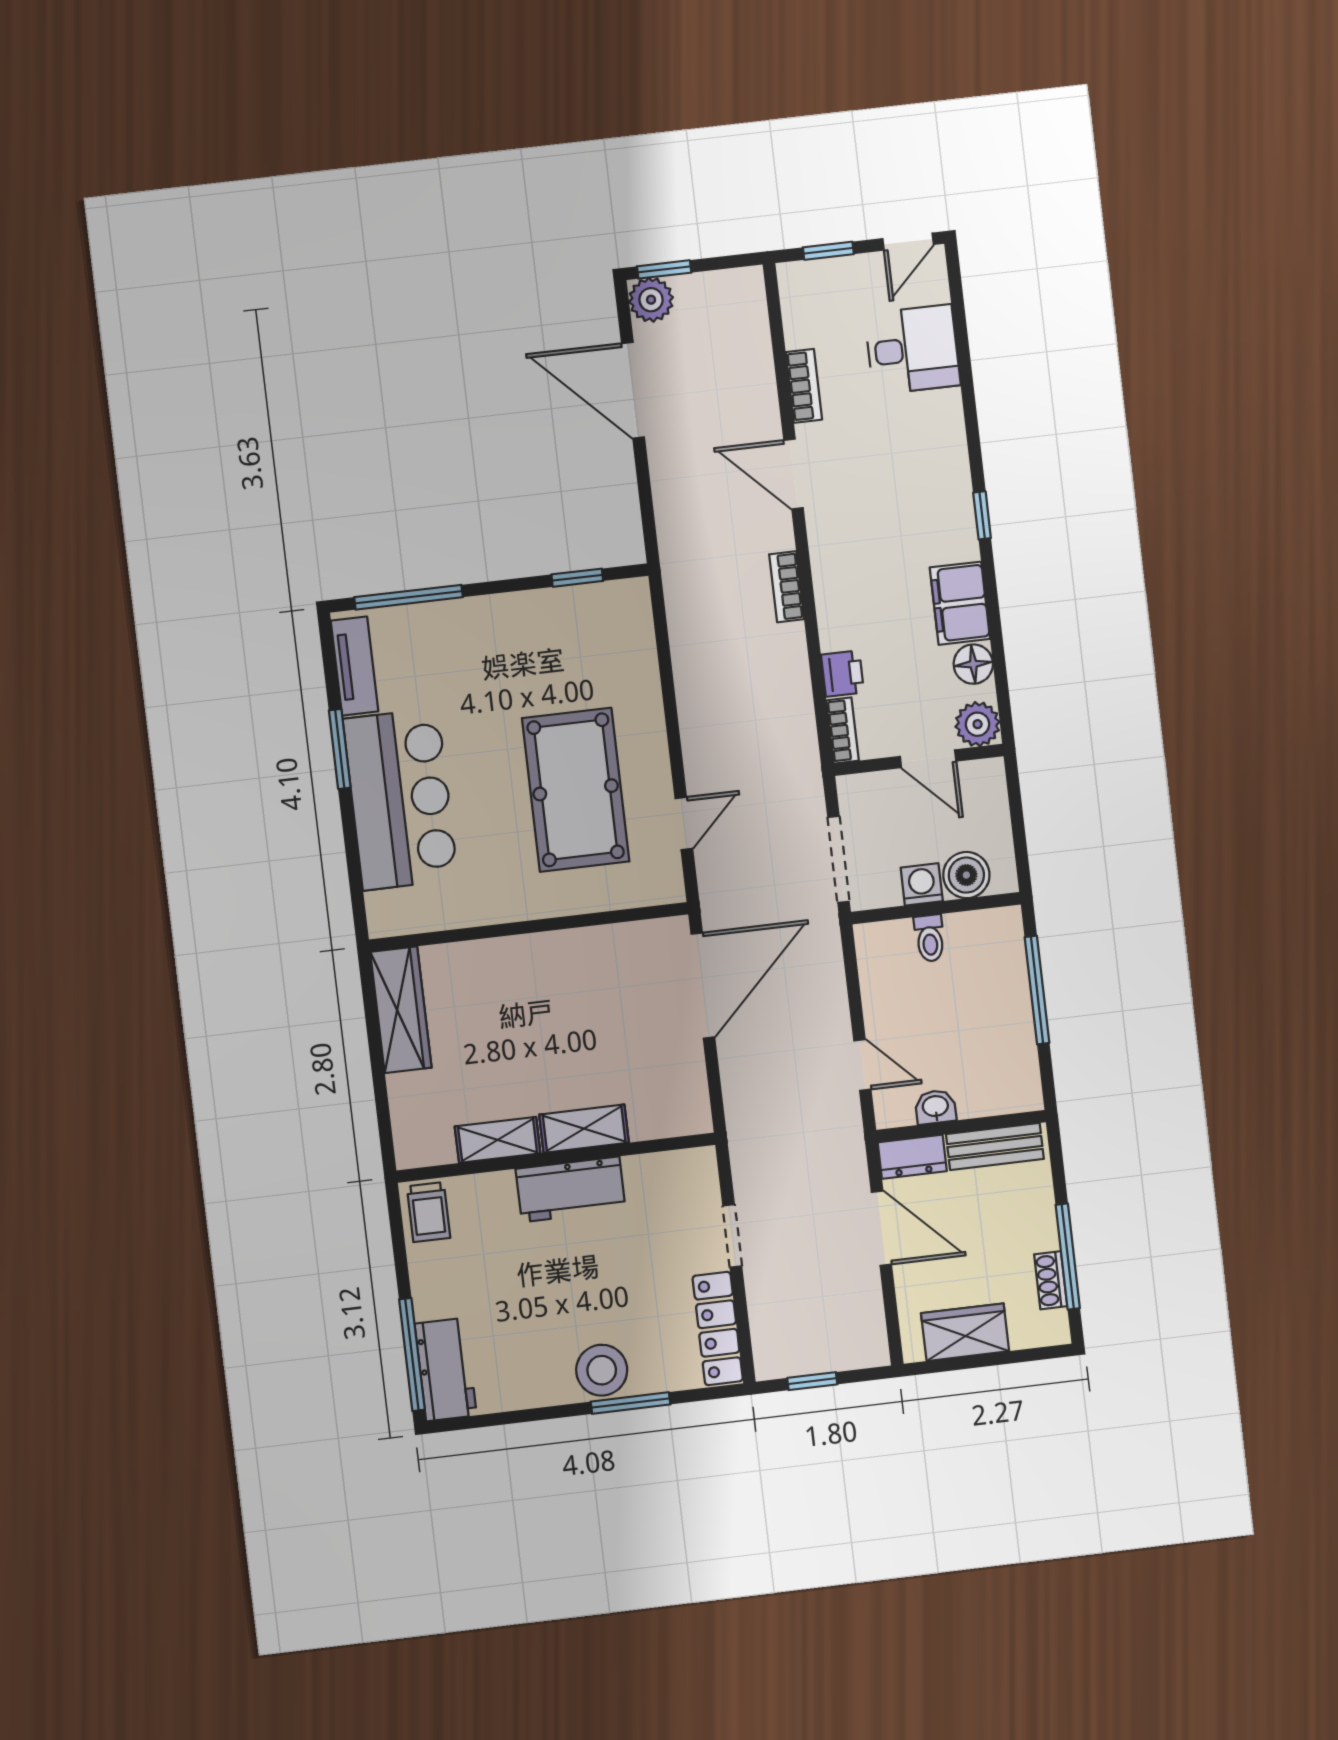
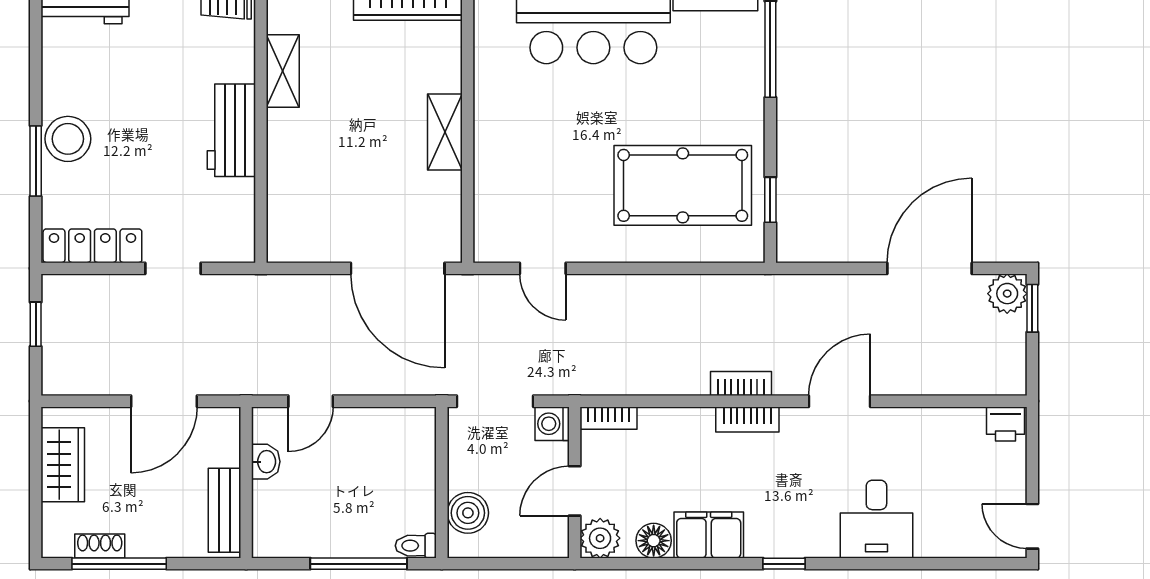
window: (828, 251) -> (1032, 455), removed
desk: (913, 350) -> (876, 519), moved
bookcase: (804, 386) -> (747, 419), moved
printer: (842, 674) -> (1005, 424), moved
pool table: (576, 790) -> (683, 185), moved
washing machine: (922, 884) -> (552, 424), moved, turned 180
toilet: (930, 938) -> (416, 546), moved
shelving: (584, 1129) -> (445, 132), moved
dresser: (912, 1157) -> (224, 436), removed

